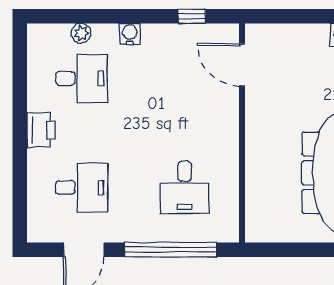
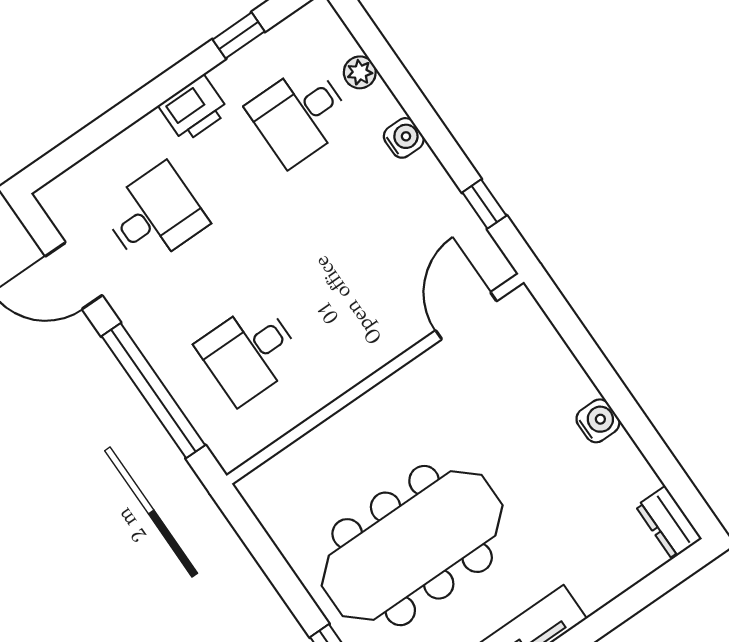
desk: (82, 78) -> (300, 115), turned 90
window: (20, 82) -> (239, 35), added
desk: (82, 188) -> (154, 215), turned -90

